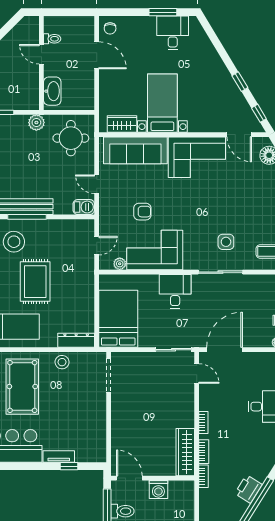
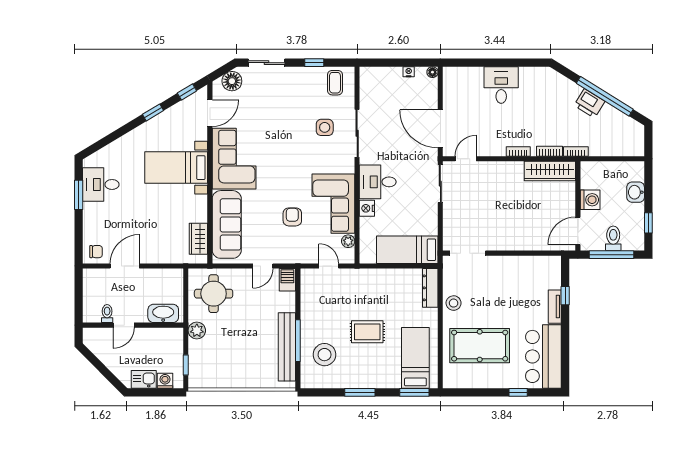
bed with nightstands: (162, 103) -> (176, 168), moved
nightstand: (150, 281) -> (367, 208), added
rug: (35, 282) -> (367, 332), width x0.73, depth x0.70
bed: (118, 319) -> (407, 250), width x0.67

